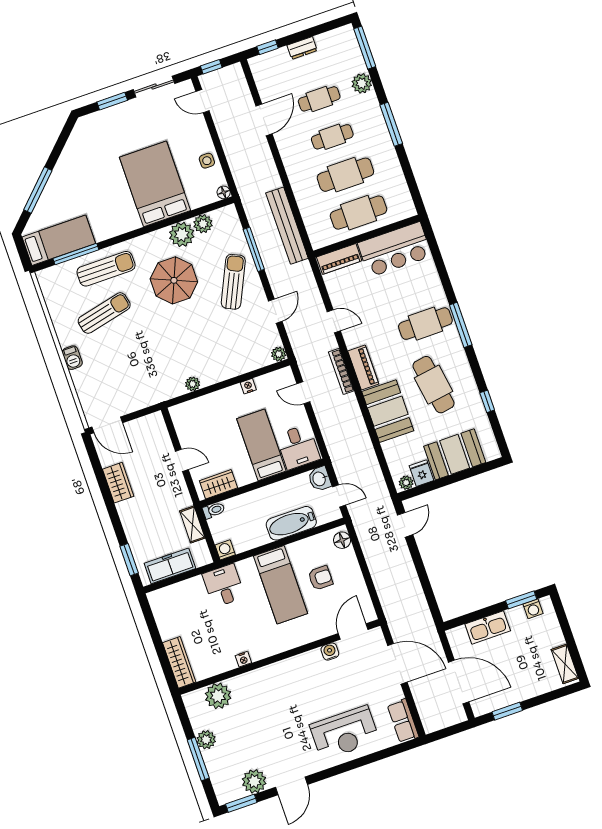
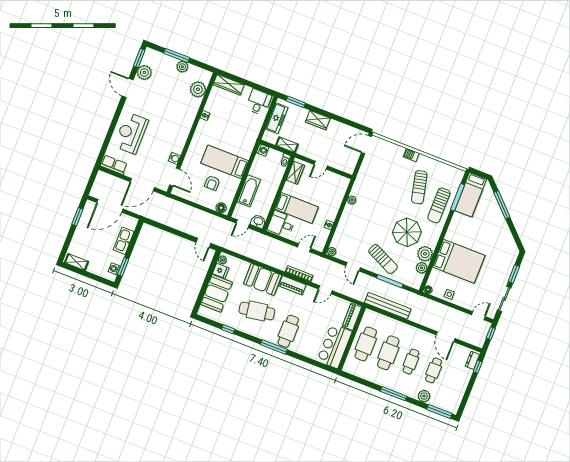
dresser: (302, 48) -> (472, 360), moved
wardrobe: (118, 483) -> (318, 120), moved
desk: (224, 586) -> (259, 102), moved, turned -90

